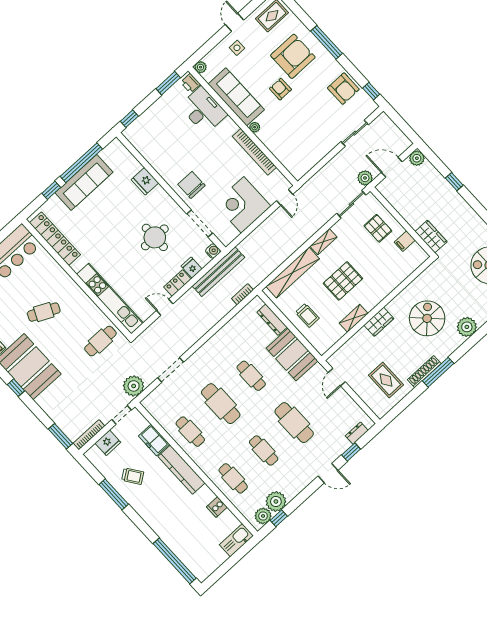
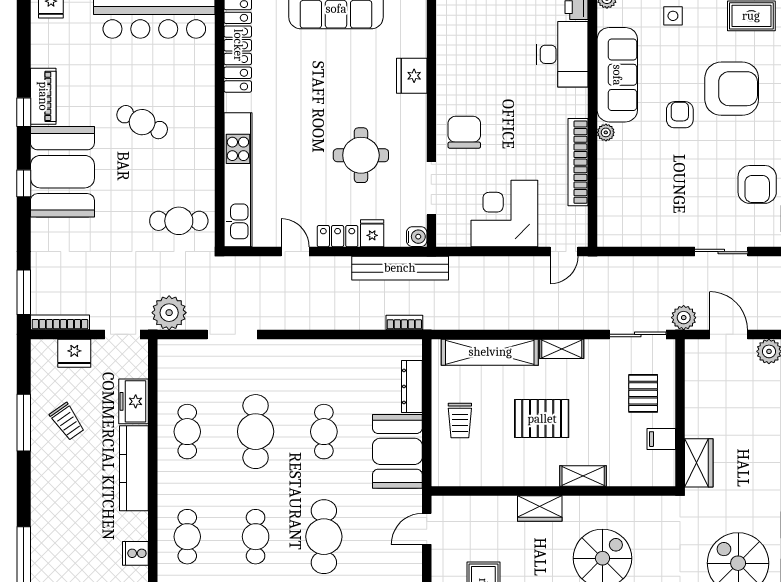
shelving: (354, 318) -> (583, 476), moved

